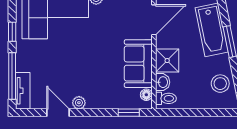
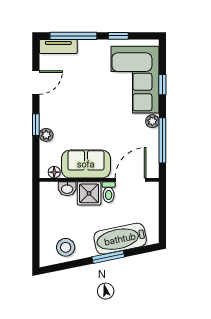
door: (154, 20) -> (131, 180), swing flipped
toilet: (166, 98) -> (109, 192), moved
plant: (79, 103) -> (46, 135), moved
window: (129, 113) -> (36, 125), moved

